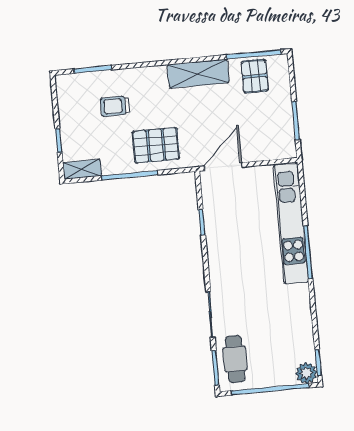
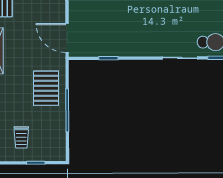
trolley: (115, 106) -> (21, 137), moved
shelving: (82, 169) -> (59, 147), removed

